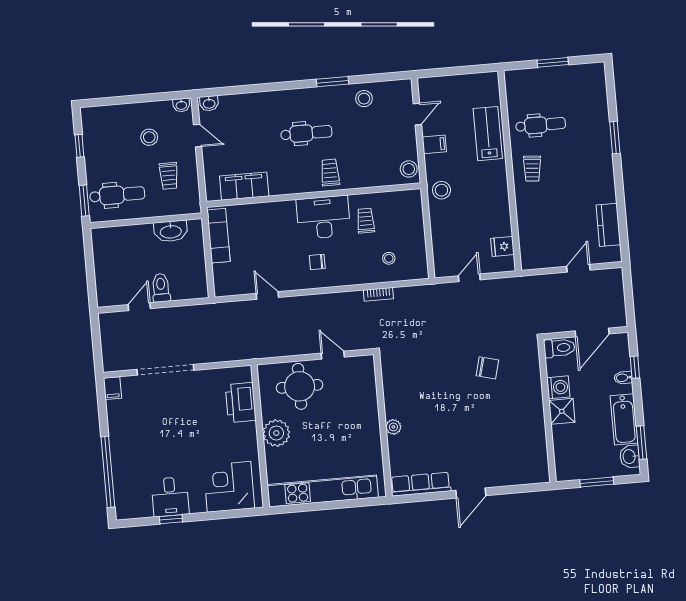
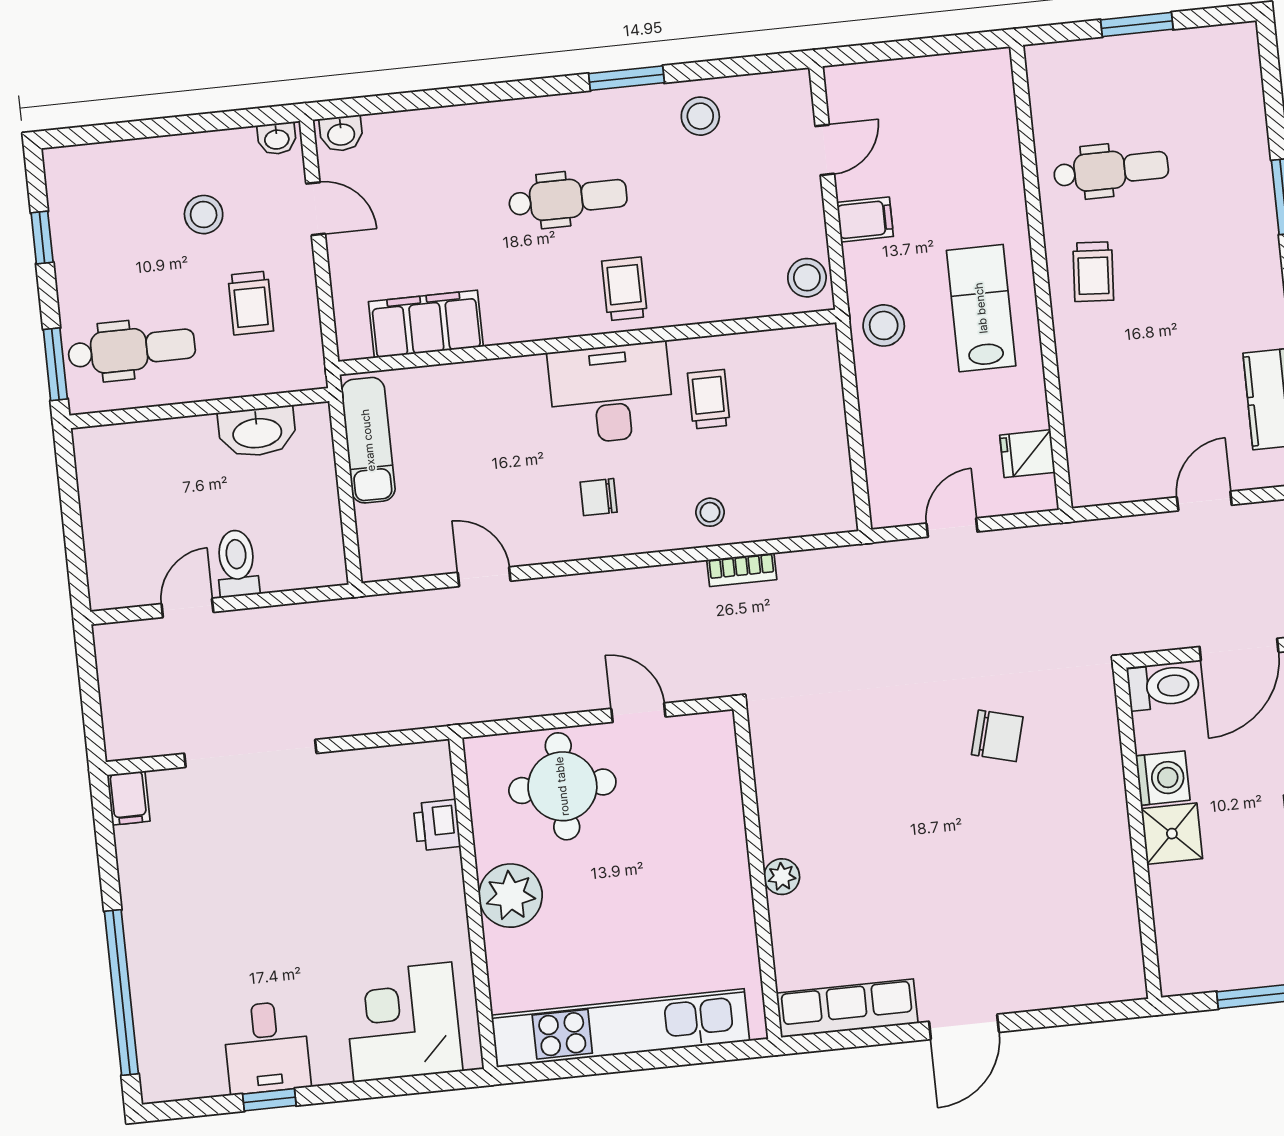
lab bench: (488, 134) -> (981, 308), moved
stool: (389, 258) -> (710, 512), moved
printer: (241, 402) -> (437, 825), width x0.53, depth x0.68

